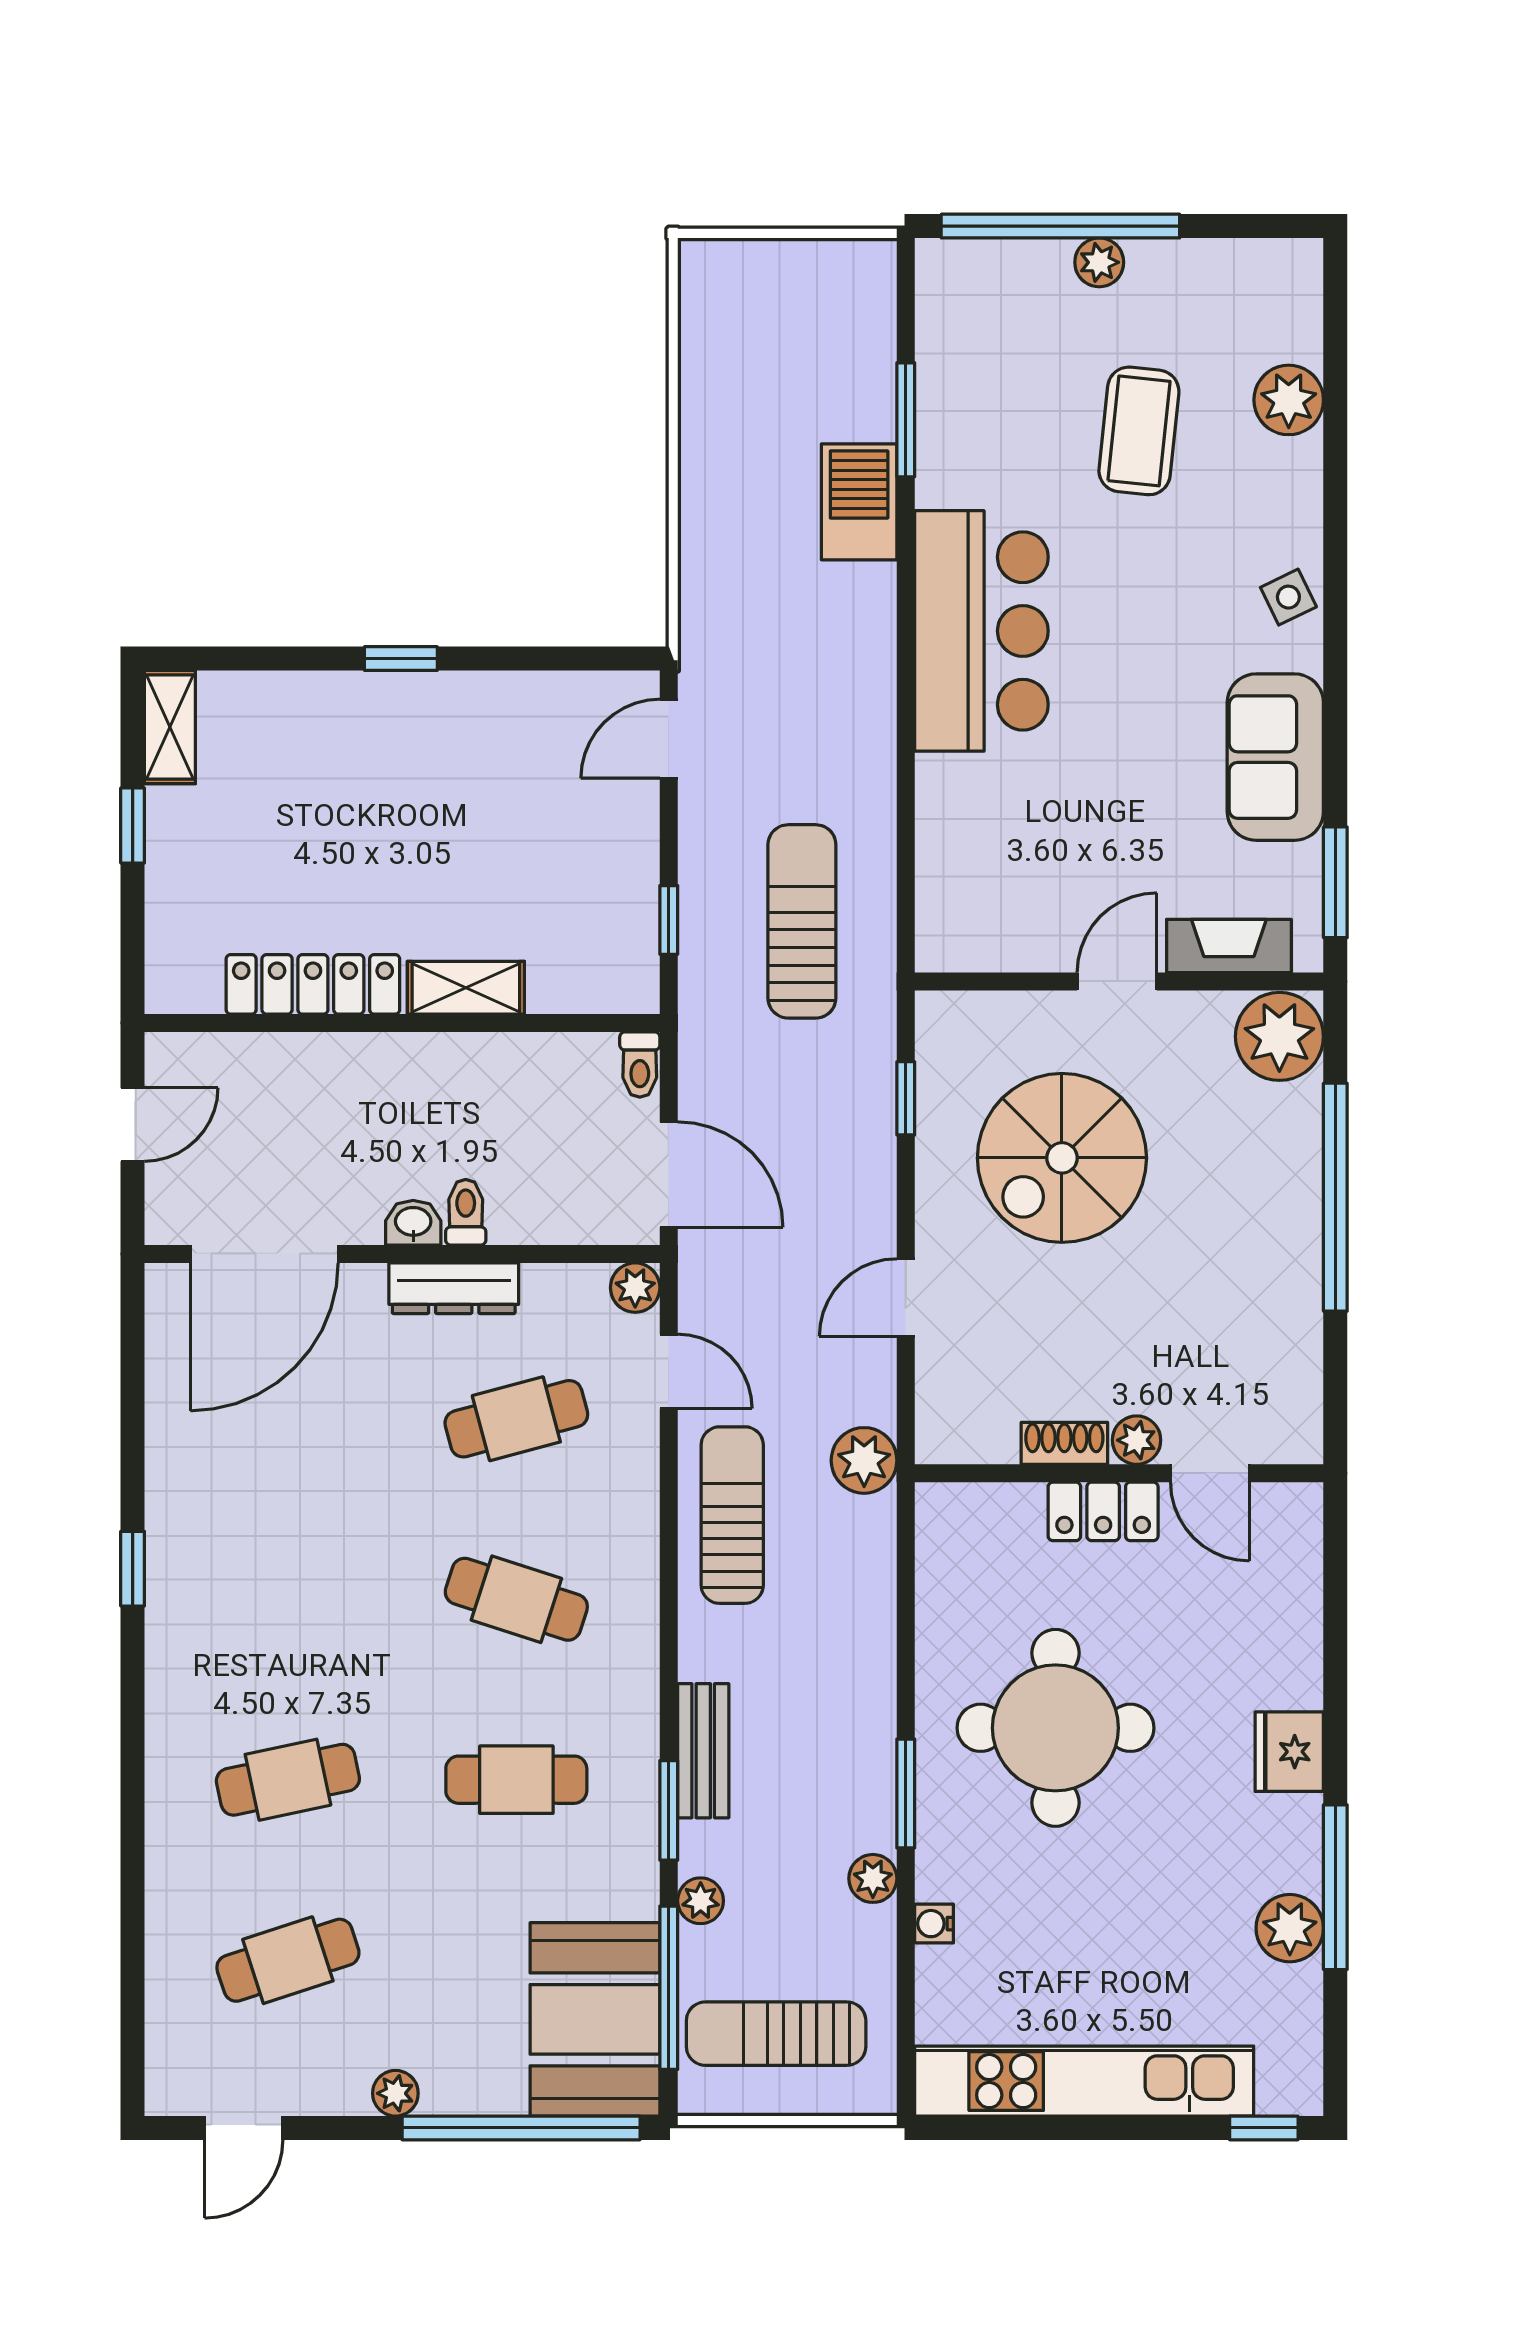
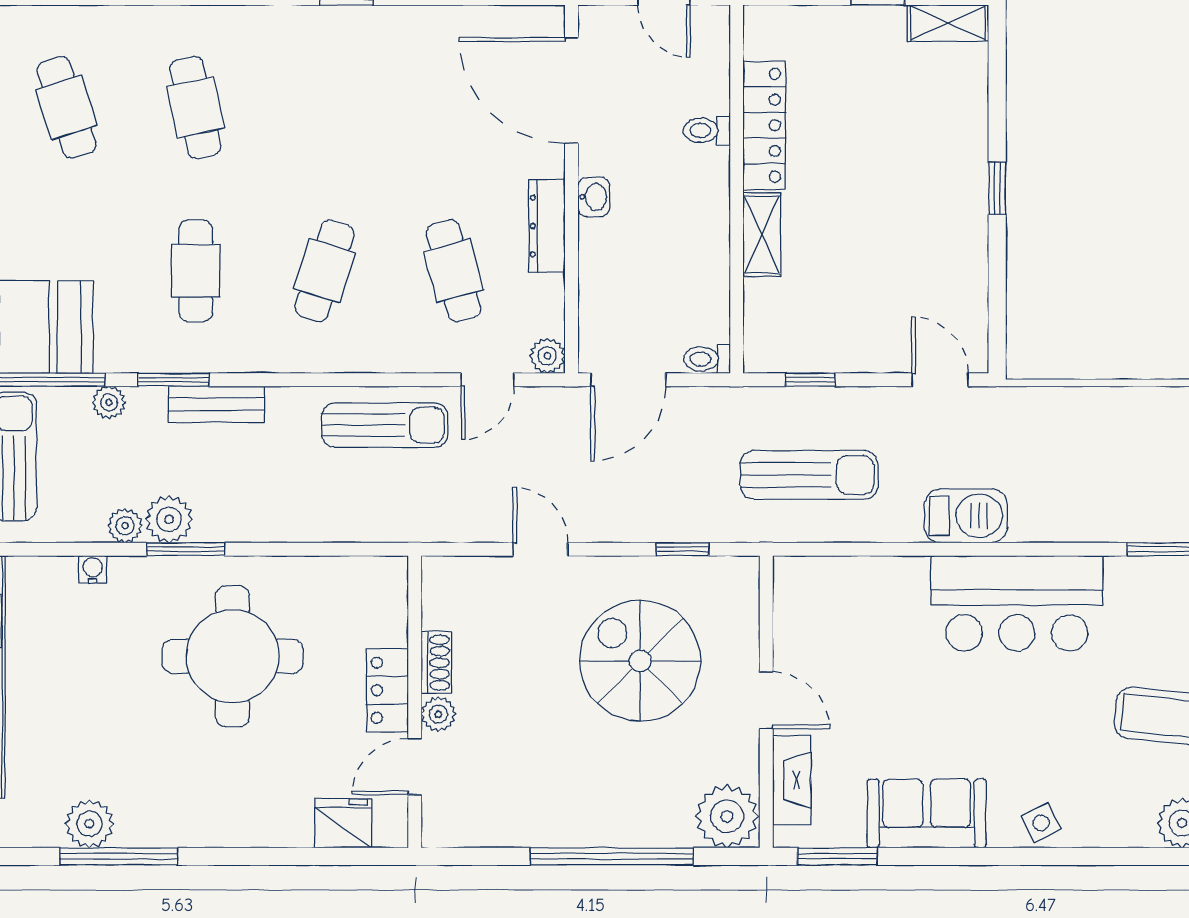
barbecue: (859, 502) -> (966, 516), moved
toilet: (466, 1212) -> (707, 130), moved, turned 180
plant: (864, 1460) -> (169, 519), moved
fridge: (1289, 1752) -> (343, 823), moved

